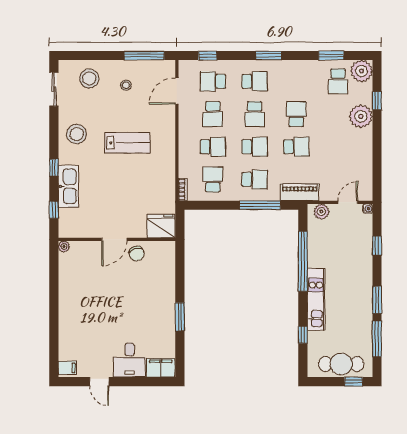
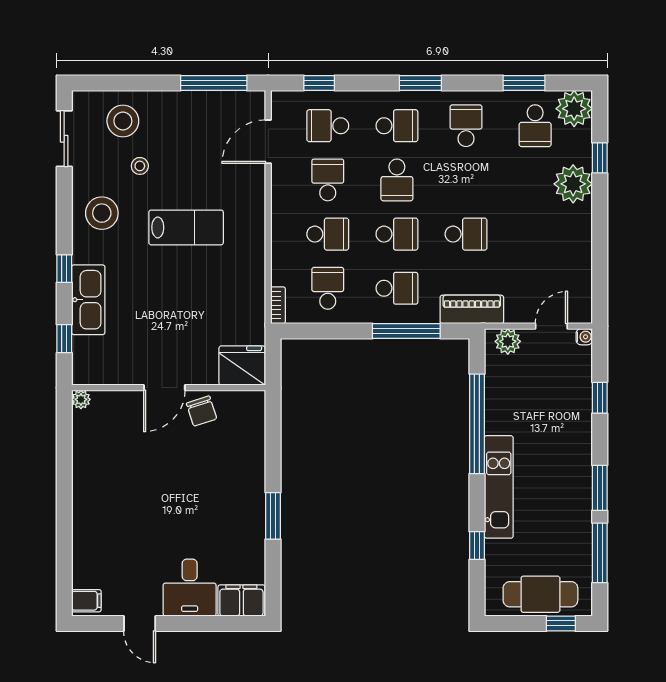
stool: (126, 85) -> (140, 166), moved
school desk: (213, 114) -> (328, 180), turned 180
school desk: (296, 114) -> (466, 126), moved

